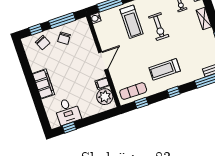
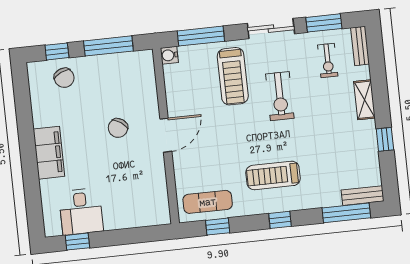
chair: (64, 38) -> (118, 128), moved
filing cabinet: (102, 83) -> (155, 175), removed
plant: (105, 97) -> (154, 200), removed

